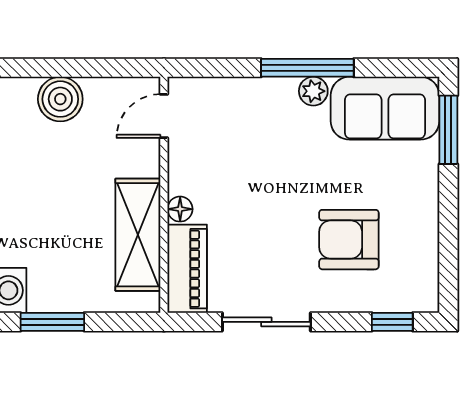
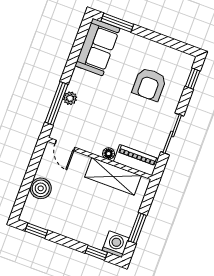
window: (307, 68) -> (57, 103), moved
plant: (313, 91) -> (70, 98), moved

